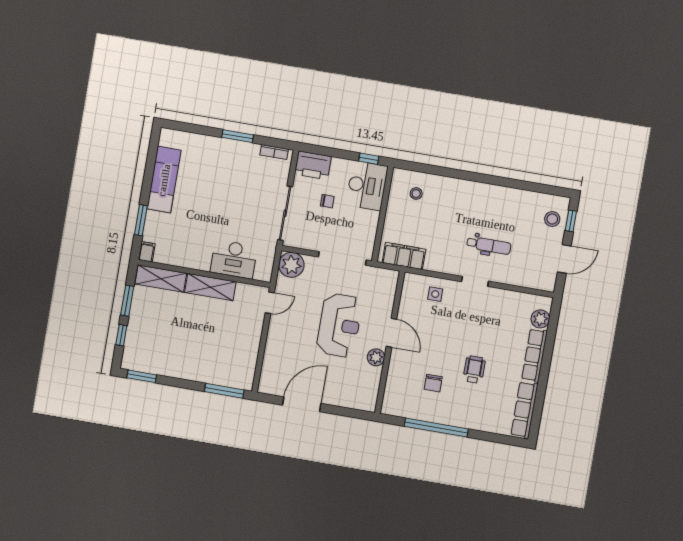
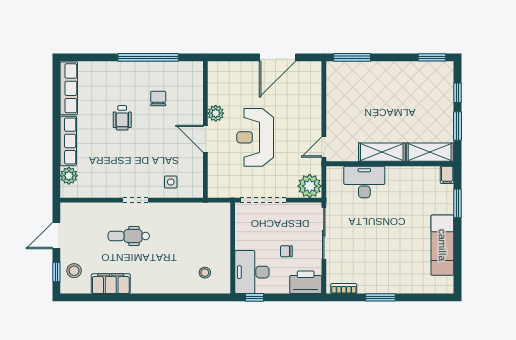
filing cabinet: (404, 256) -> (111, 284), moved, turned 180

